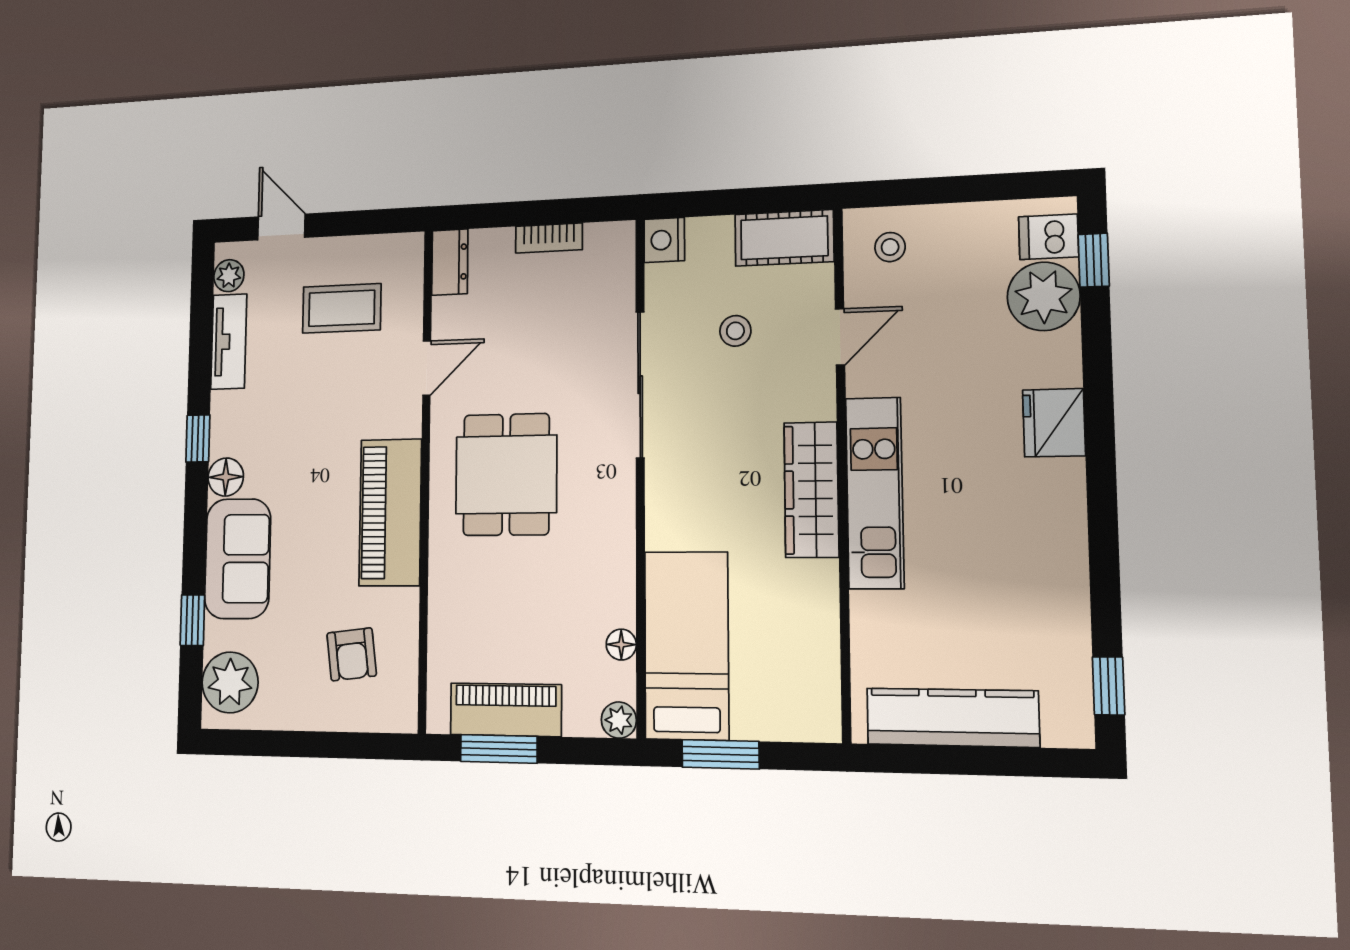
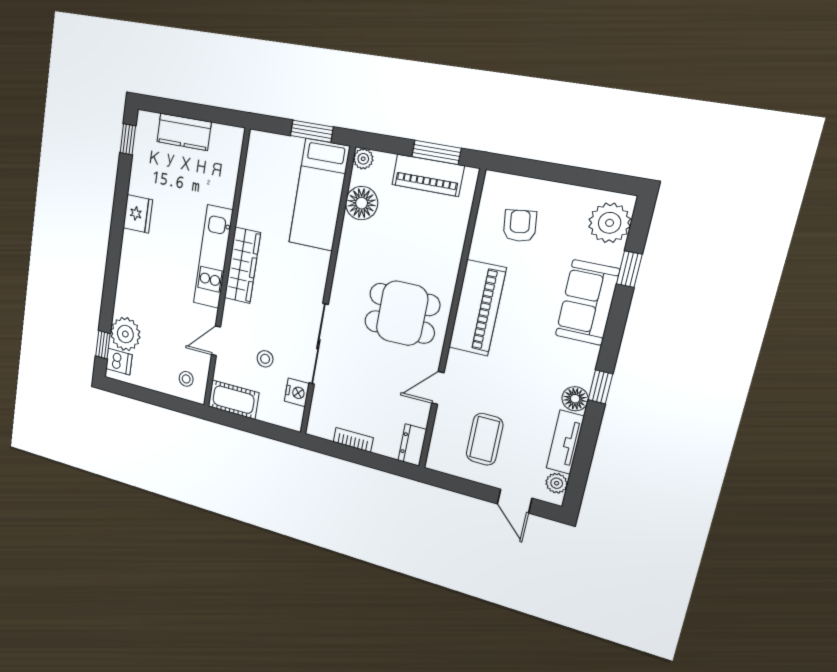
nightstand: (664, 240) -> (297, 392), moved
coffee table: (342, 308) -> (485, 439), turned 90
fridge: (1054, 423) -> (138, 214), moved
dining table: (506, 475) -> (402, 313), turned 90
floor lamp: (226, 477) -> (575, 399), moved
floor lamp: (621, 645) -> (362, 203), width x1.89, depth x1.89
kitchen counter: (952, 718) -> (184, 132), width x0.67

